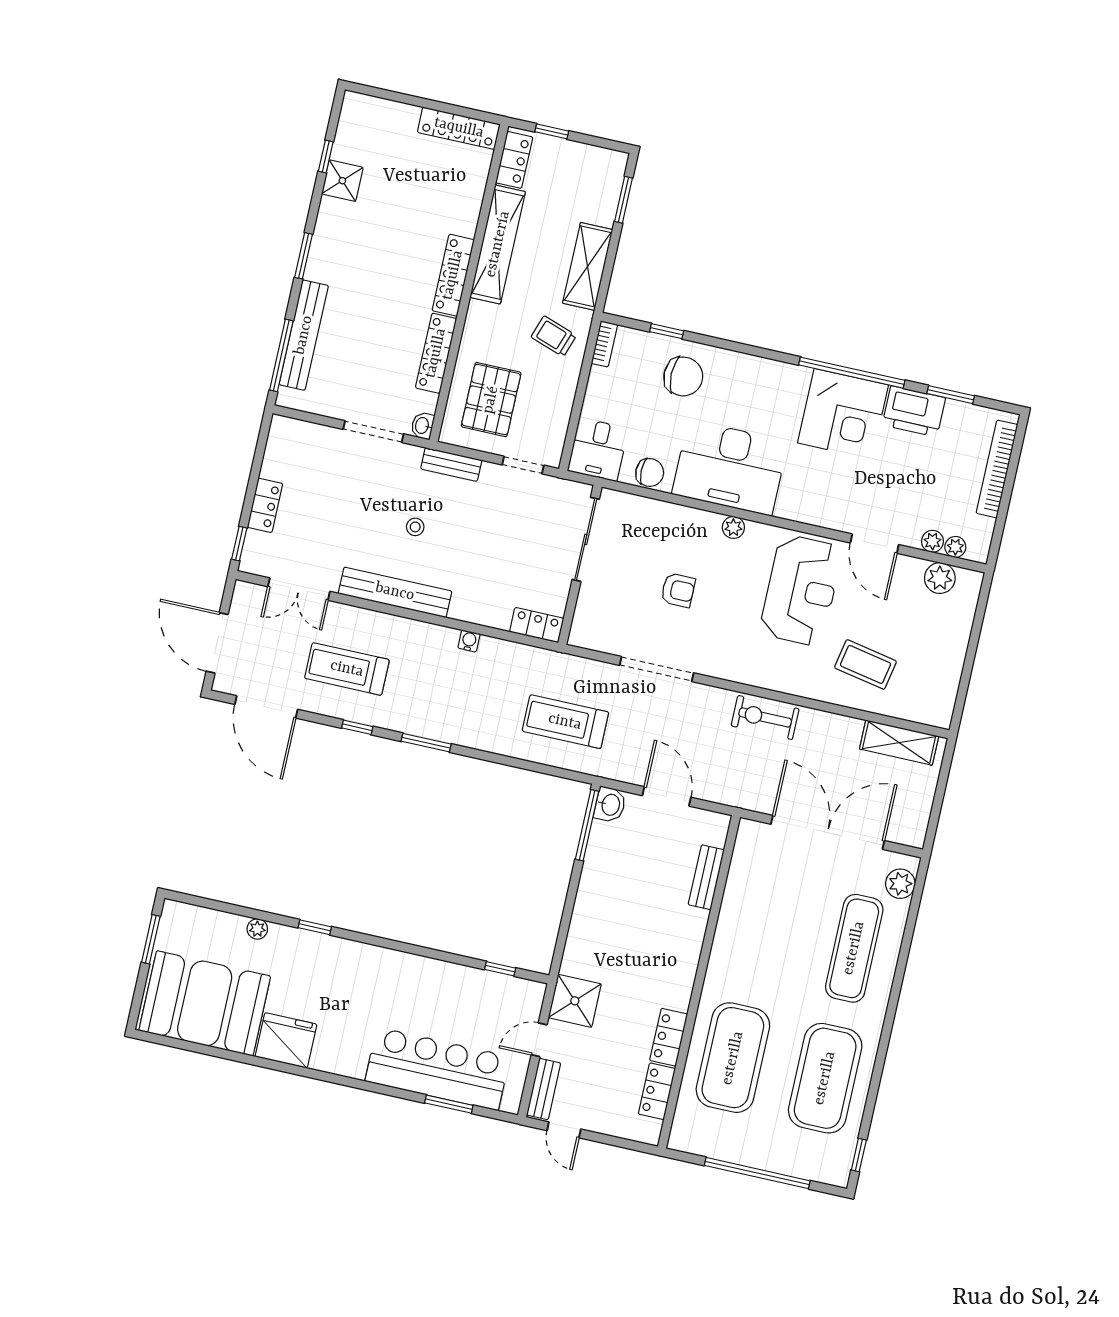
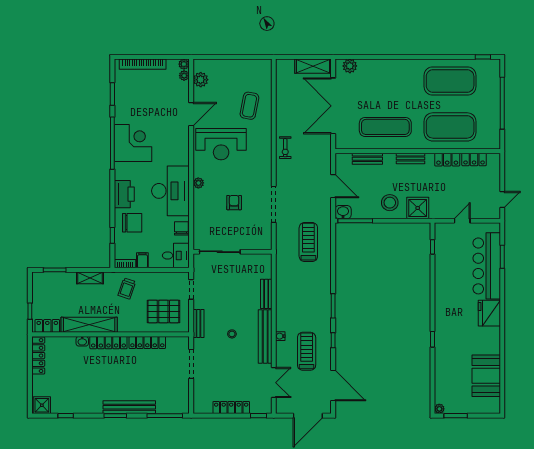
shower: (342, 181) -> (42, 405), moved
shelving: (588, 266) -> (90, 278), width x0.67, depth x0.75
bench: (304, 335) -> (129, 407), moved
chair: (683, 376) -> (132, 223), turned 90
filing cabinet: (603, 380) -> (142, 260), added
printer: (914, 411) -> (124, 194), moved
washbasin: (423, 426) -> (82, 341), moved
locker: (265, 505) -> (231, 408), width x1.53
plant: (932, 541) -> (184, 64), moved
reception desk: (801, 590) -> (221, 144), turned 180
bench: (480, 614) -> (266, 294), added
locker: (537, 625) -> (266, 266), removed
water cooler: (469, 641) -> (280, 336), moved
treadmill: (347, 669) -> (307, 351), turned 180
door: (266, 707) -> (333, 386), hinge flipped
exercise bike: (765, 717) -> (285, 148), width x0.73, depth x0.72
treadmill: (565, 722) -> (308, 242), turned 180
shelving: (899, 743) -> (313, 66), moved, turned 90
door: (667, 796) -> (333, 186), swing flipped
stool: (608, 903) -> (390, 203), added
plant: (257, 929) -> (439, 409), moved
exercise mat: (854, 948) -> (385, 127), moved
shower: (575, 1001) -> (418, 208), moved
booth: (205, 1003) -> (486, 376), width x0.73, depth x0.70
fridge: (286, 1040) -> (489, 313), moved
door: (539, 1040) -> (462, 221), swing flipped
bench: (544, 1089) -> (411, 158), moved

